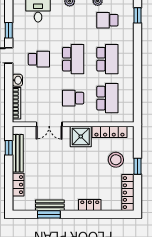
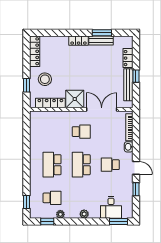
school desk: (107, 98) -> (52, 132), removed
double door: (49, 124) -> (102, 109), width x1.37
window: (9, 148) -> (136, 76), moved
window: (138, 166) -> (26, 85), moved
locker: (90, 205) -> (79, 41), moved

